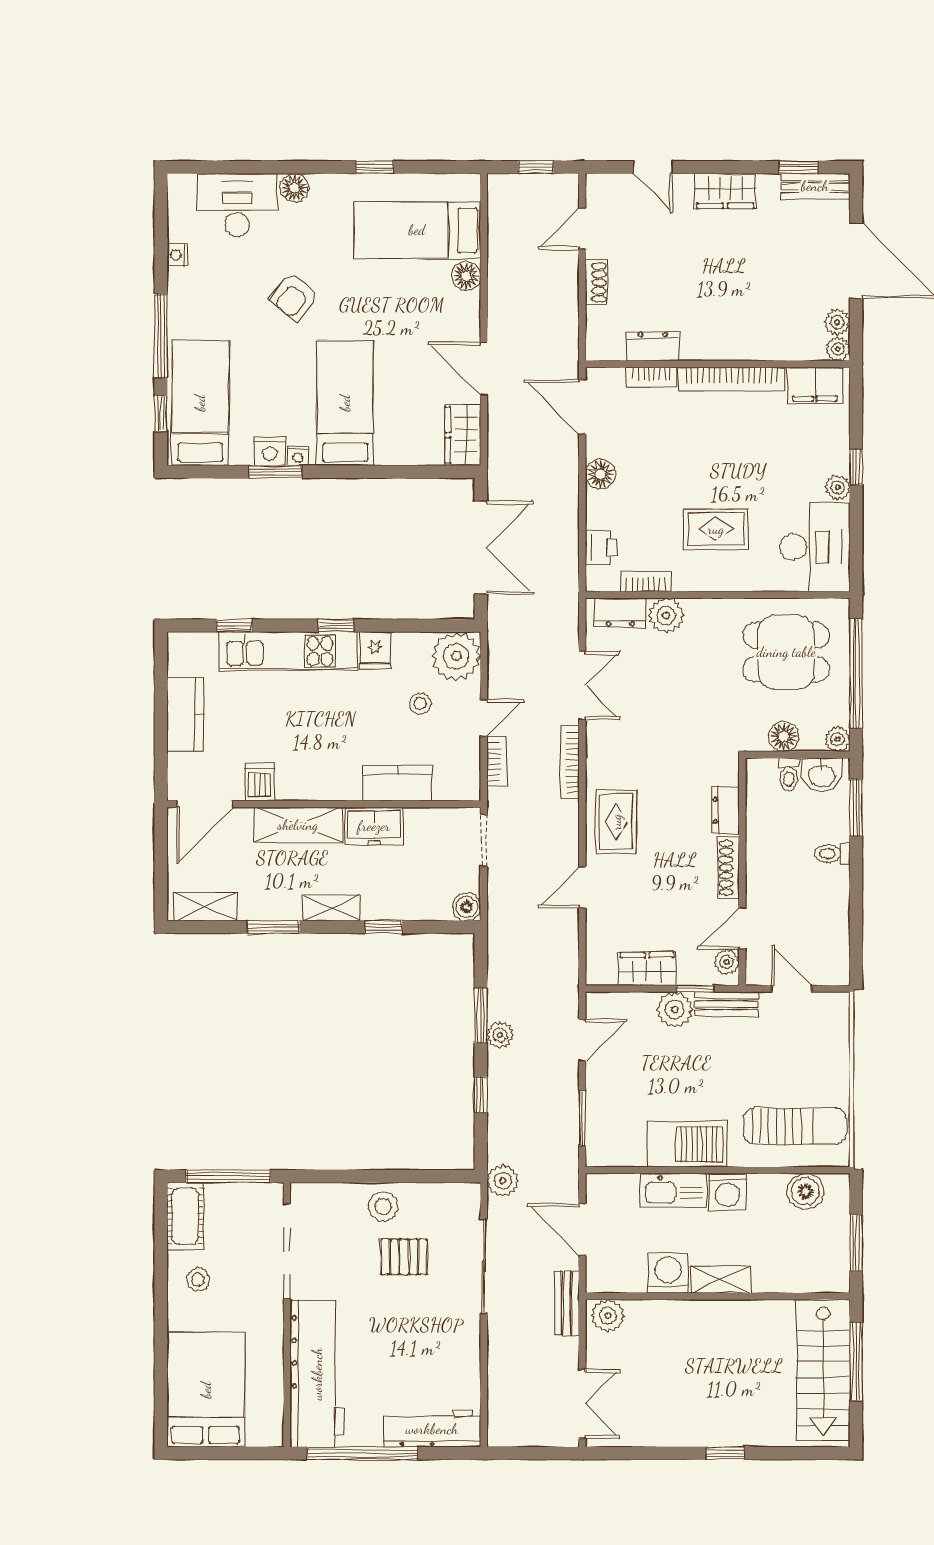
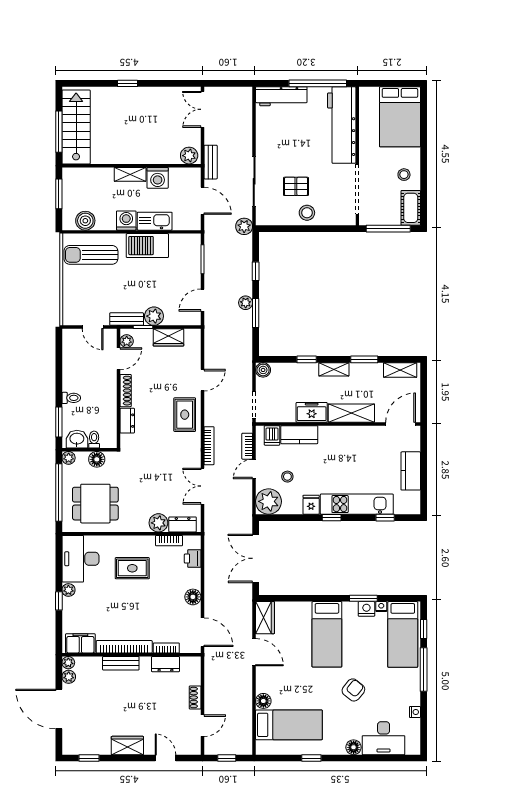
bench: (815, 186) -> (121, 663), moved
nightstand: (298, 456) -> (381, 607), moved
dishwasher: (260, 782) -> (272, 435), moved

